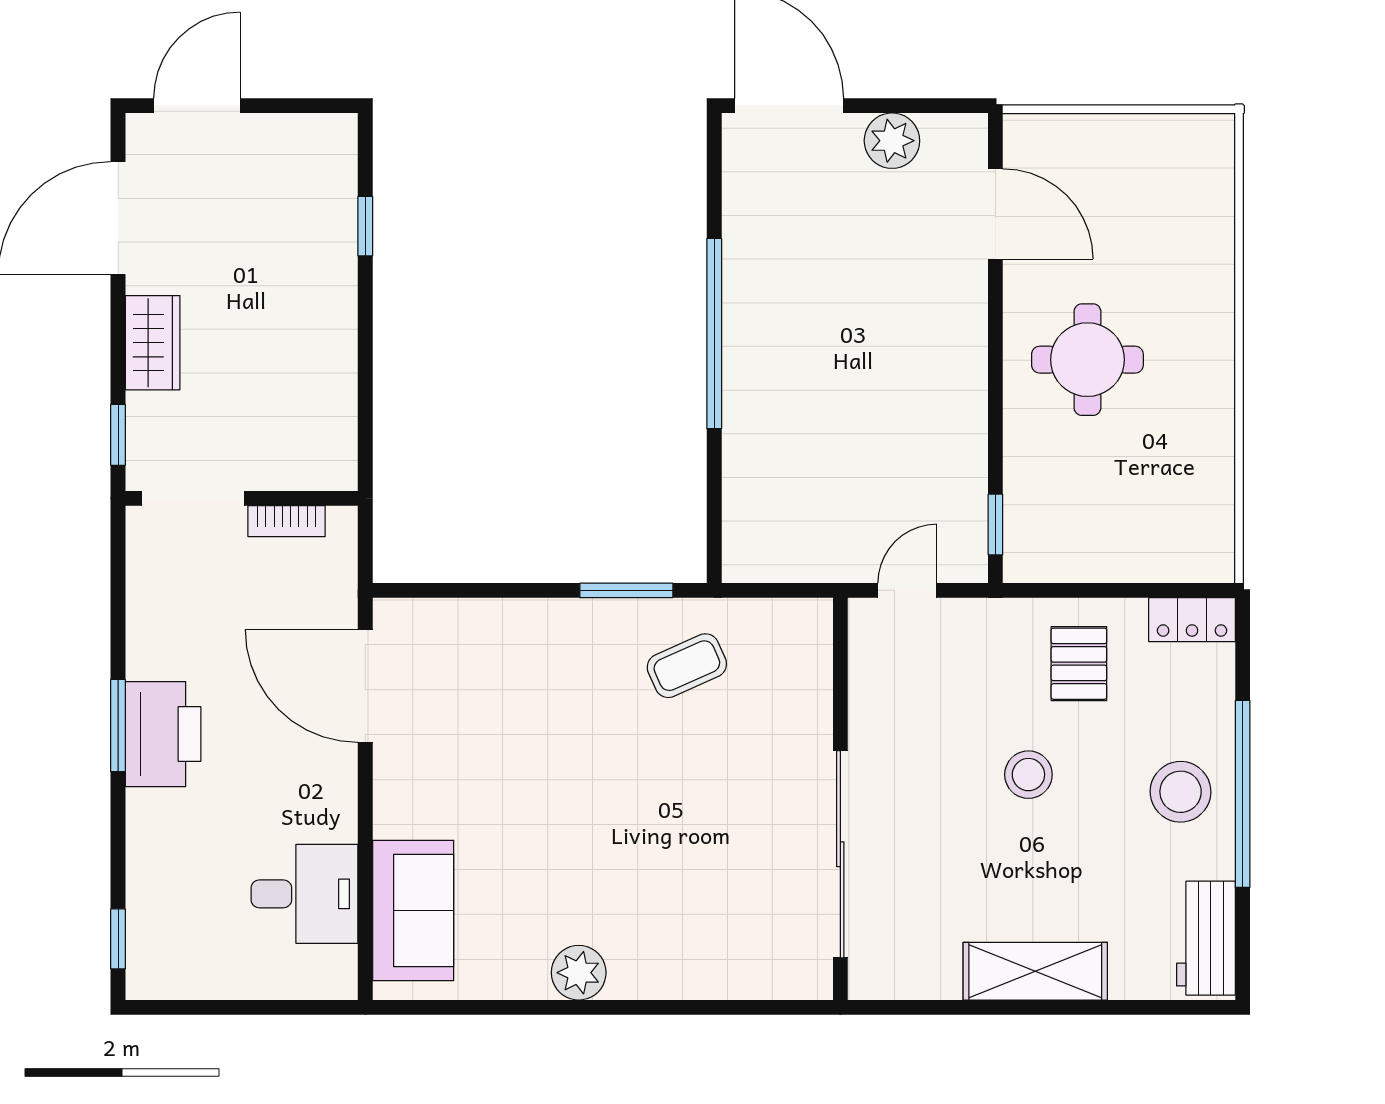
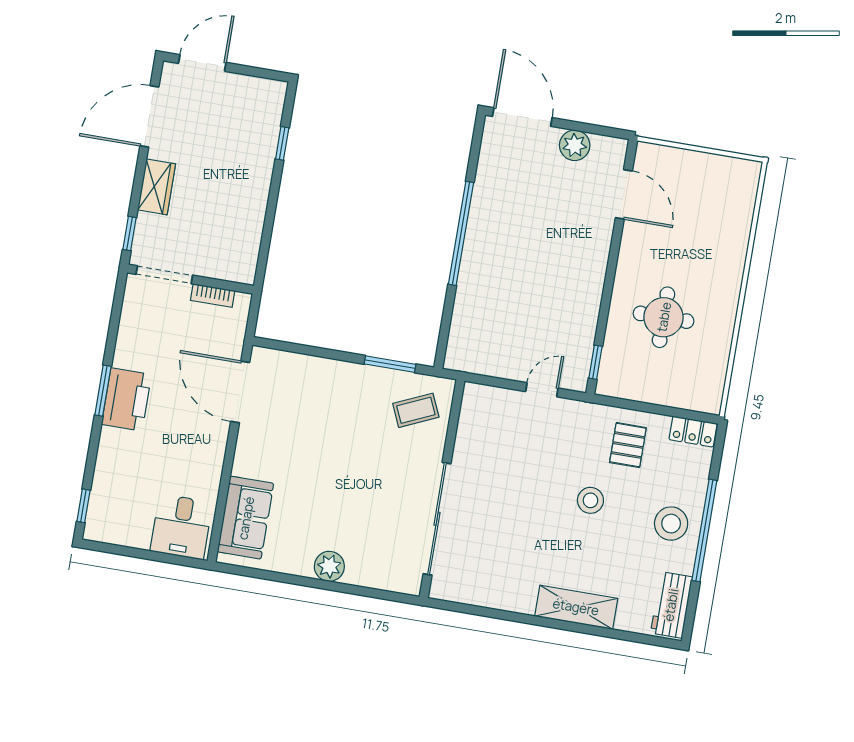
round table: (1087, 360) -> (664, 317), moved
wall: (840, 799) -> (442, 489), moved
sliding door: (840, 854) -> (437, 519), moved
desk: (305, 894) -> (181, 527), moved, turned 90

